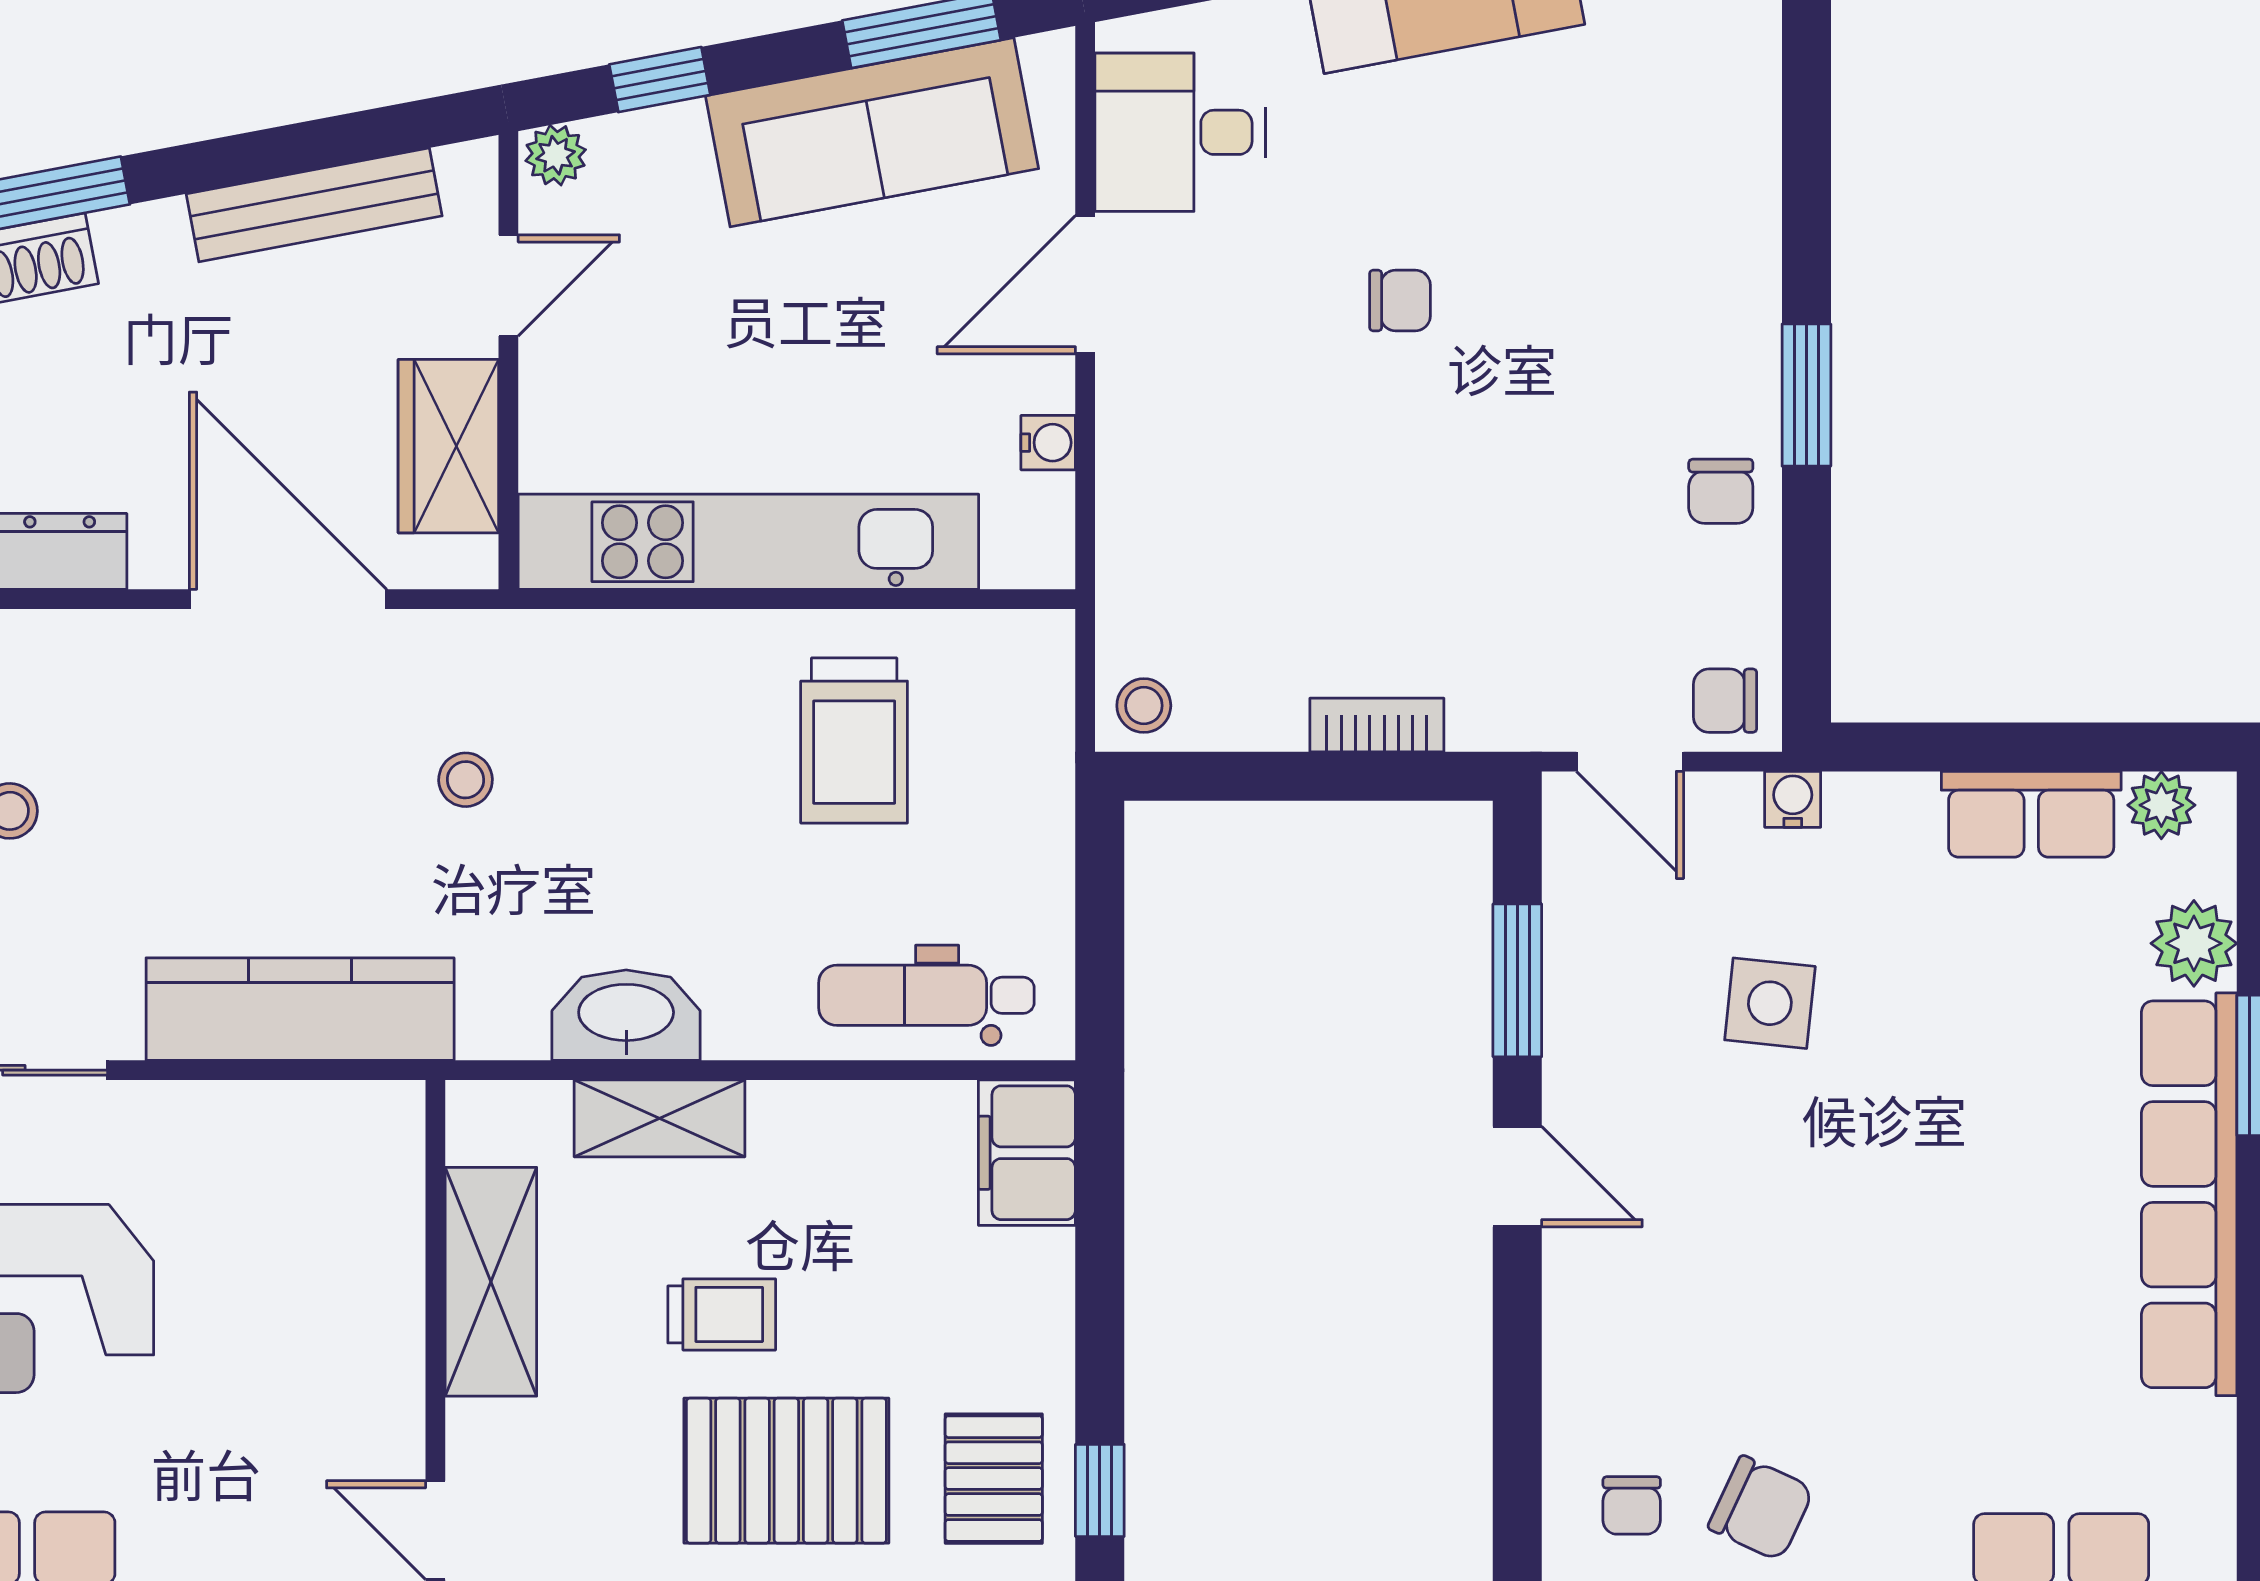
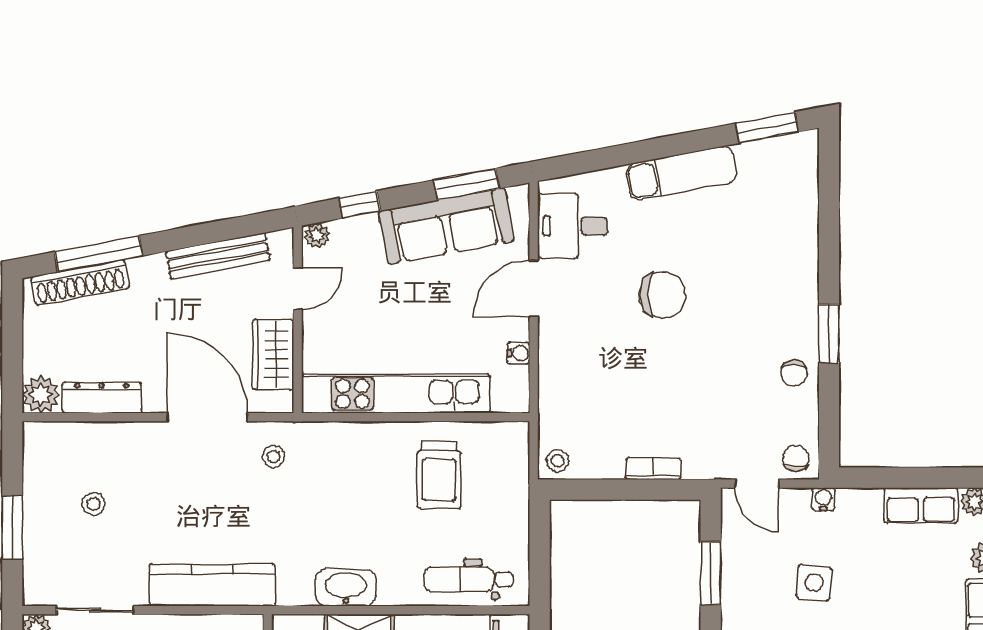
chair: (1400, 300) -> (663, 295), width x1.87, depth x1.87
chair: (1725, 701) -> (796, 459), turned 90
stool: (466, 780) -> (273, 456), moved

